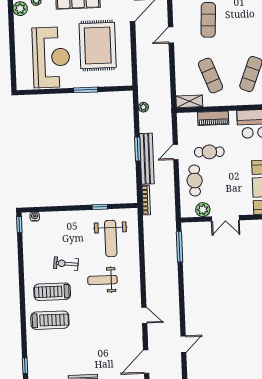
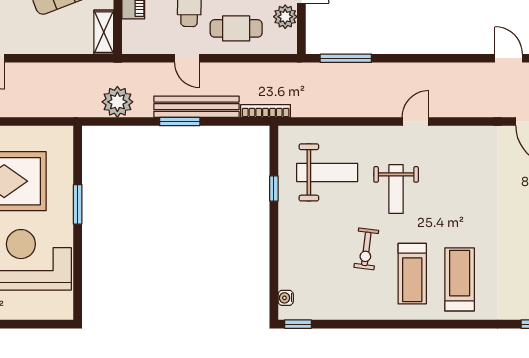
plant: (143, 107) -> (117, 102), width x1.87, depth x1.87
door: (144, 315) -> (415, 122), moved

